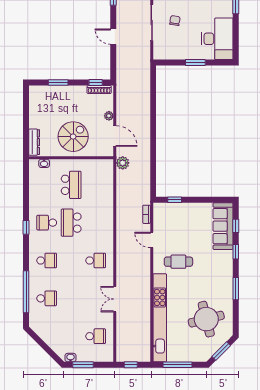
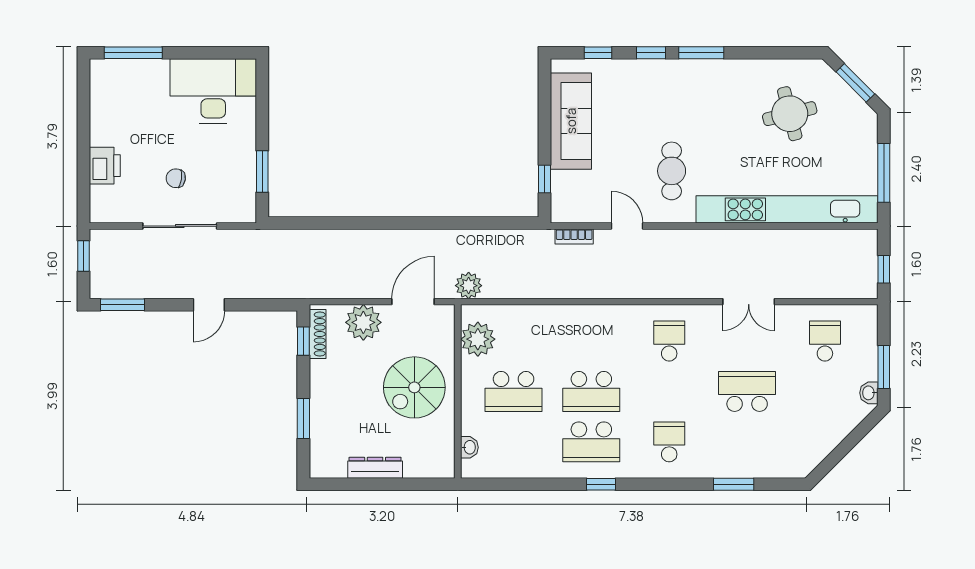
window: (195, 63) -> (262, 171), moved
plant: (109, 116) -> (363, 322), width x1.88, depth x1.88
spiral stairs: (73, 137) -> (414, 387), turned -90
dresser: (34, 142) -> (375, 468), moved
plant: (97, 167) -> (478, 339), added
school desk: (71, 185) -> (514, 391), turned 180
school desk: (47, 223) -> (591, 442), width x1.85
sofa: (223, 226) -> (571, 121), moved, turned -90
door: (152, 240) -> (627, 226), swing flipped
window: (236, 289) -> (701, 53), moved
window: (26, 292) -> (734, 484), width x0.47
school desk: (47, 298) -> (747, 391), moved, width x1.85
round table: (206, 319) -> (790, 114), width x0.73, depth x0.73

